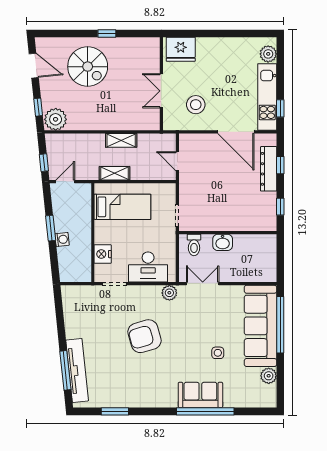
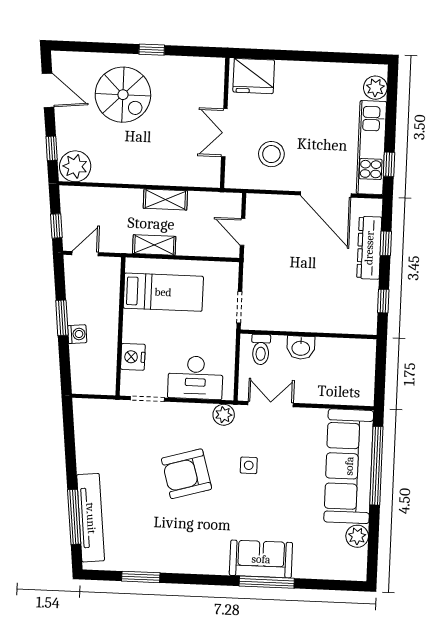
side table: (218, 353) -> (249, 465), moved
window: (205, 411) -> (267, 582), width x0.68

